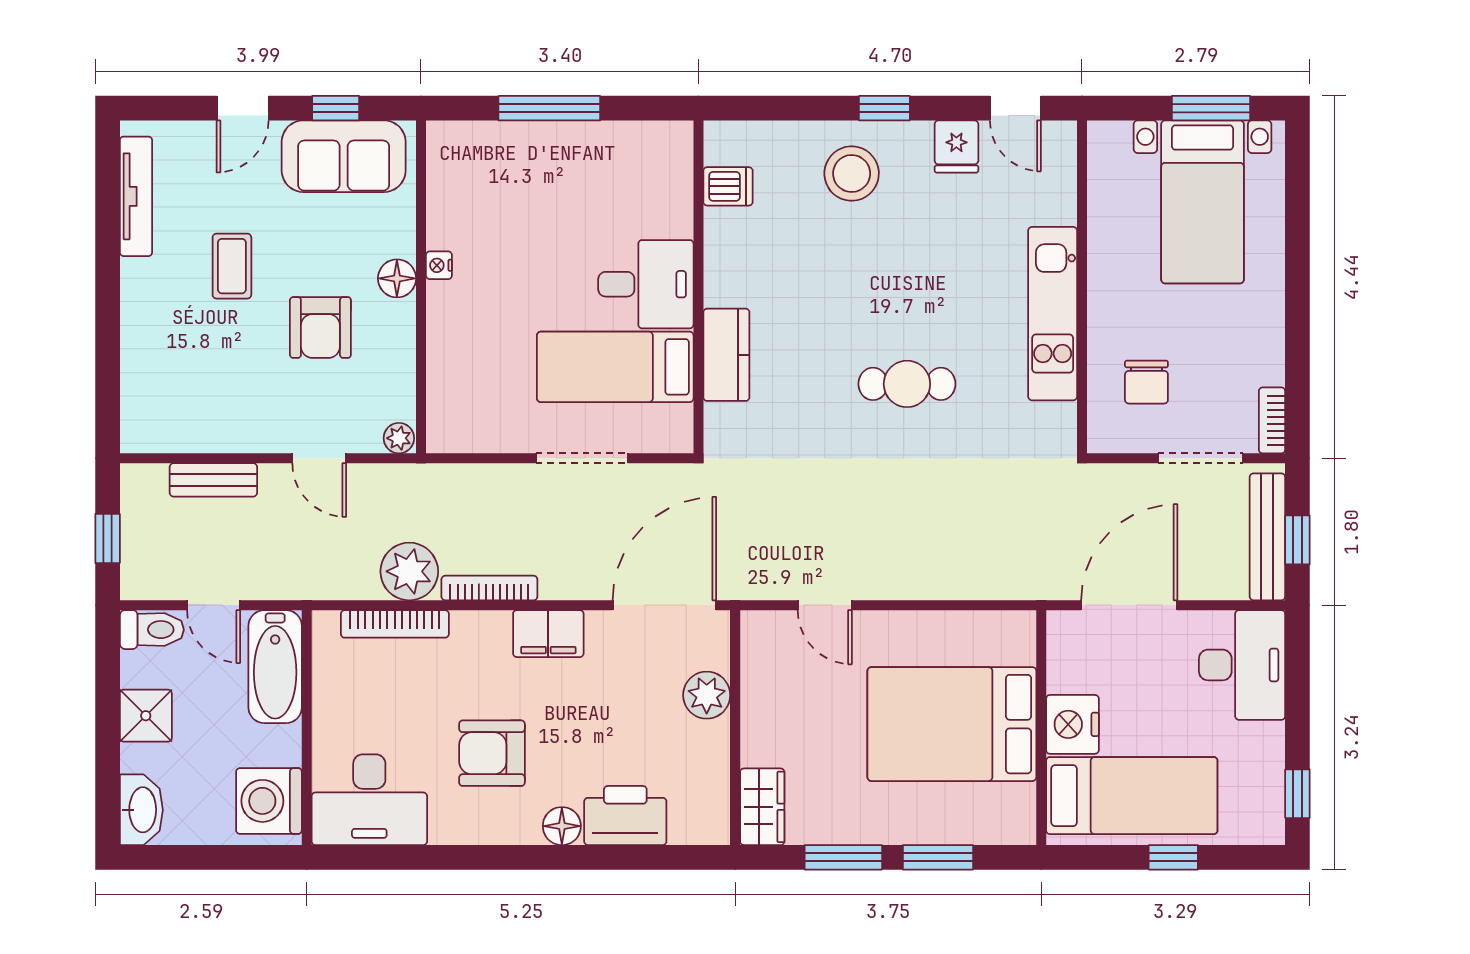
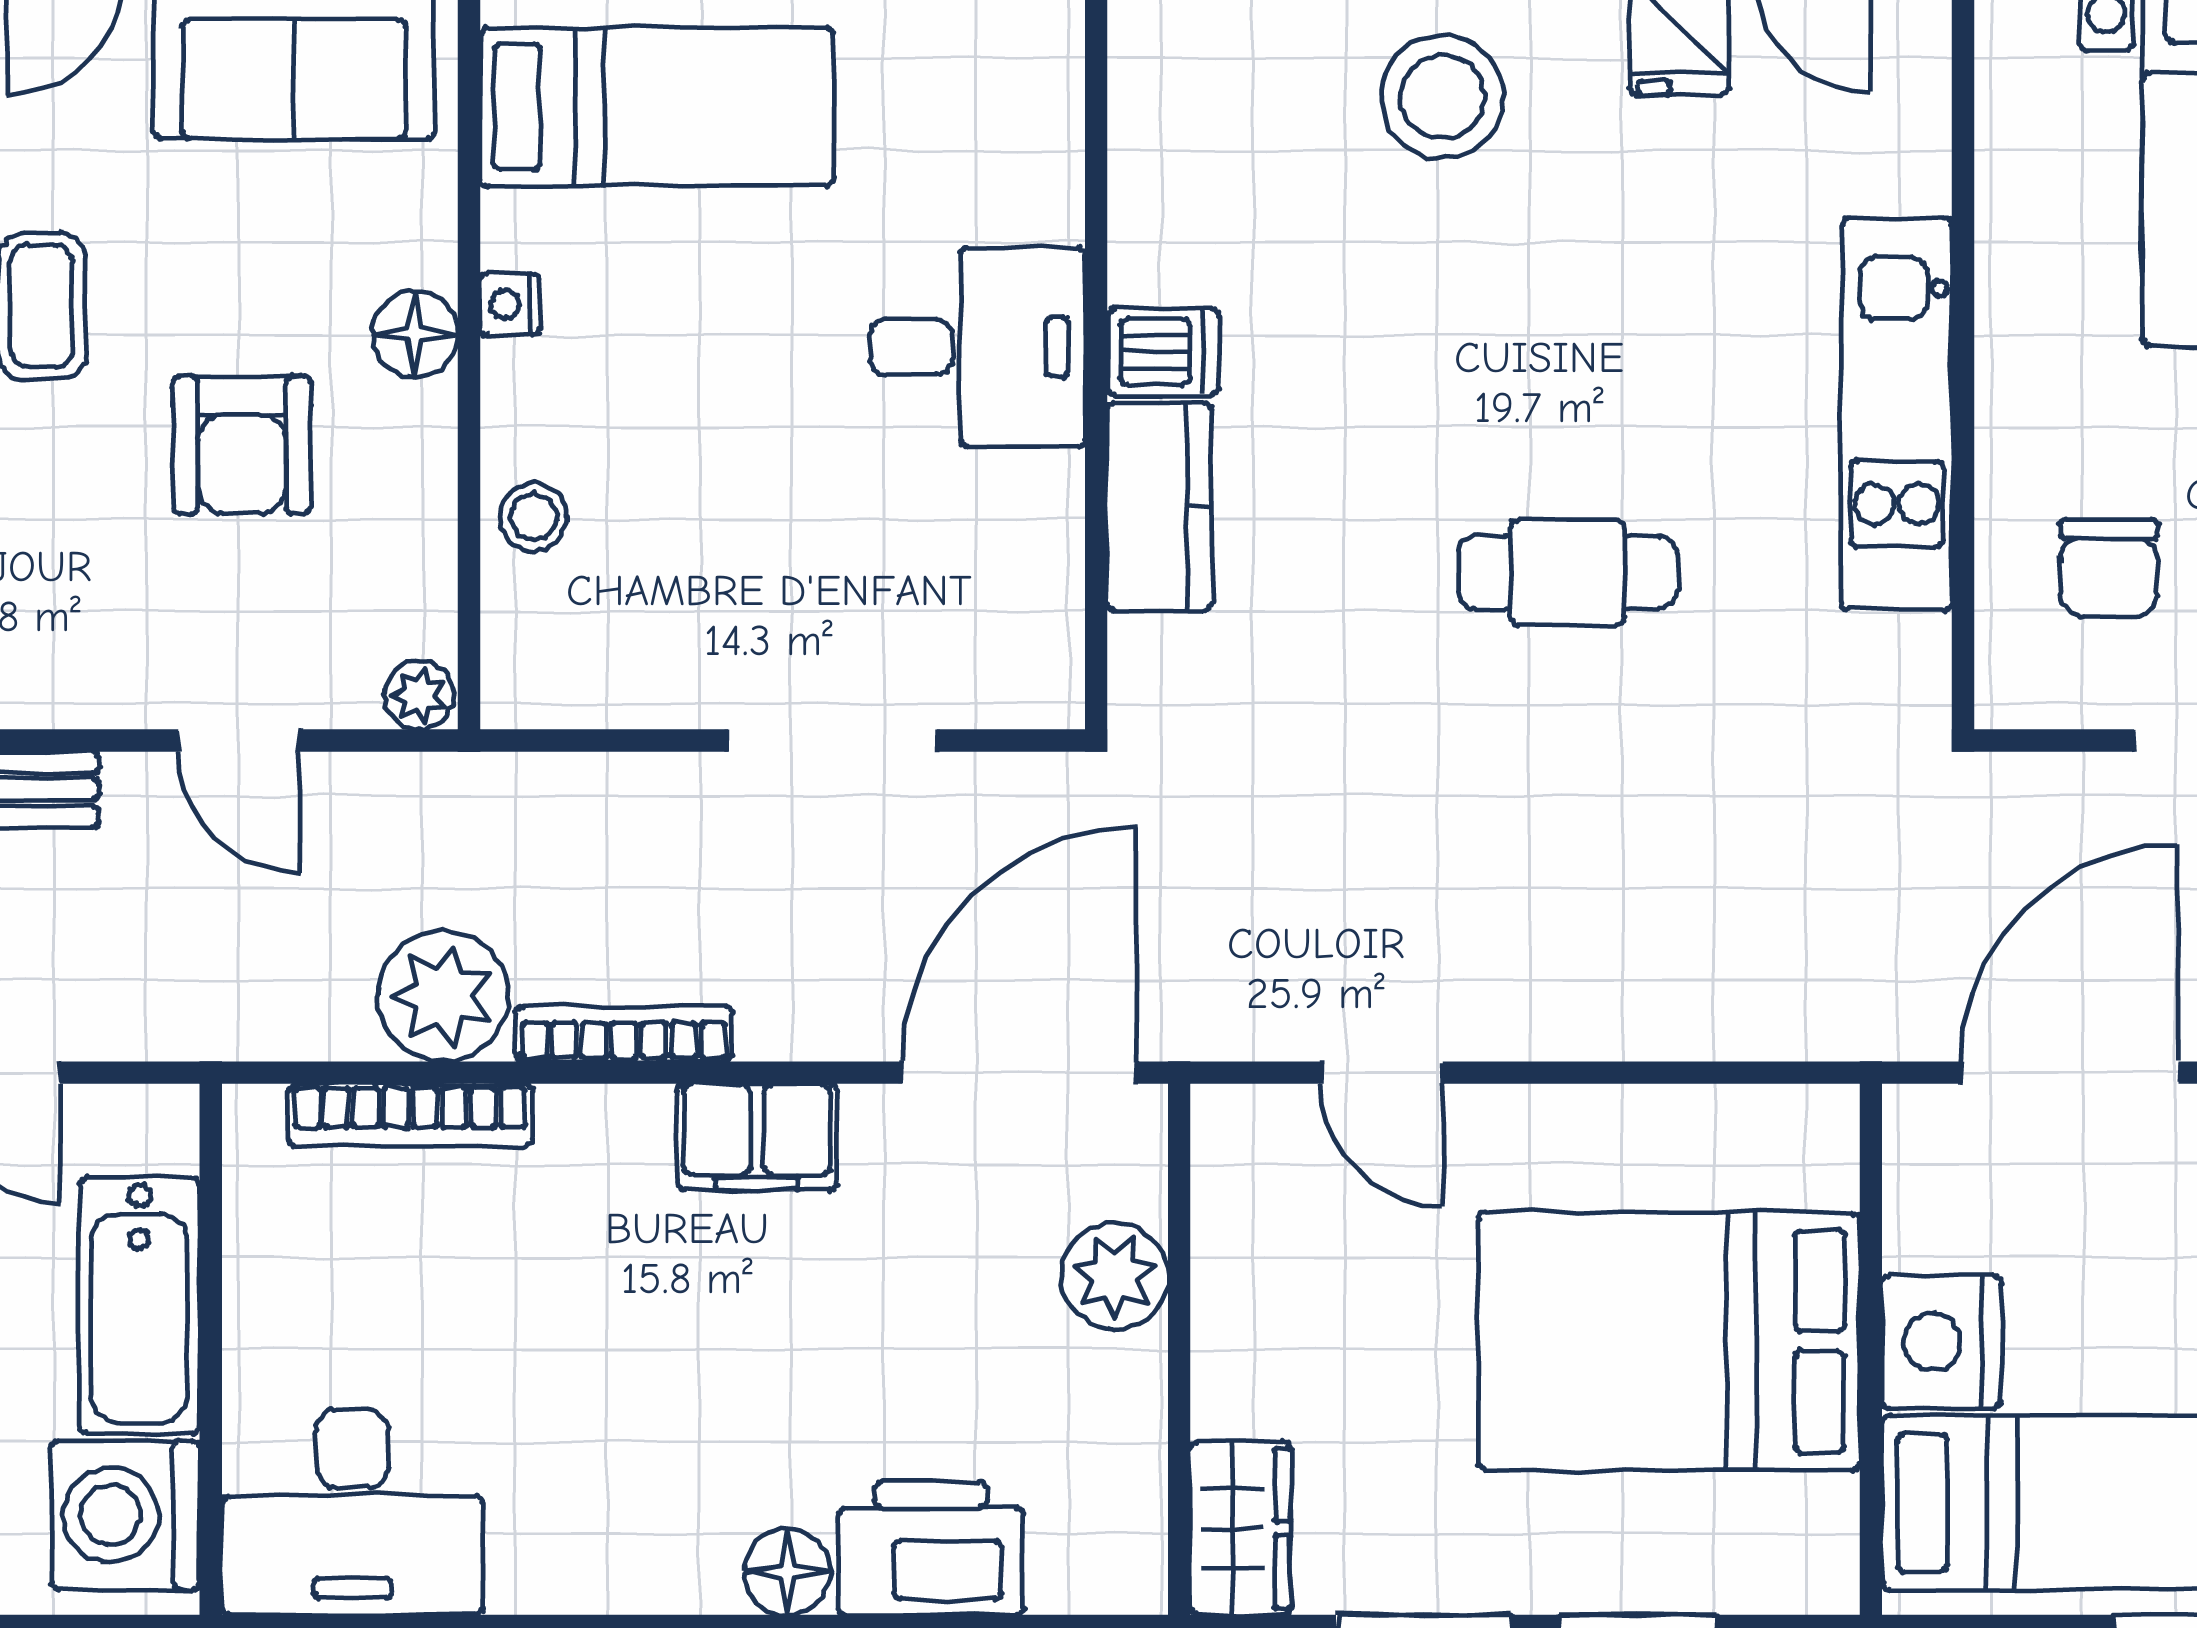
dishwasher: (728, 186) -> (1163, 352), moved
stool: (449, 359) -> (534, 517), added
bed: (615, 367) -> (657, 107), moved, turned 180
bathtub: (275, 667) -> (139, 1306), moved
armchair: (492, 753) -> (630, 1407), removed

